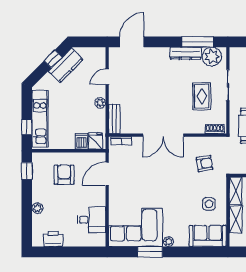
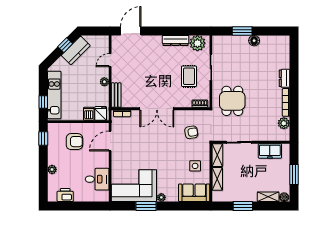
window: (198, 42) -> (186, 31), removed
armchair: (64, 175) -> (74, 142), turned 90

